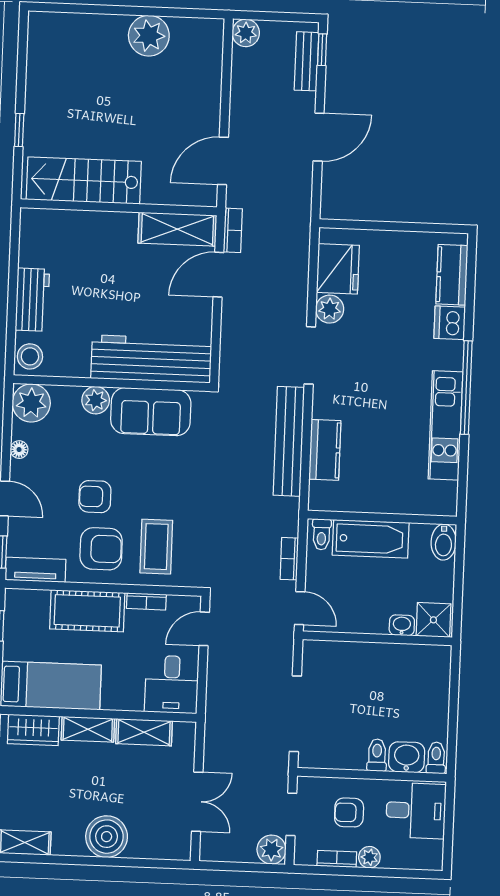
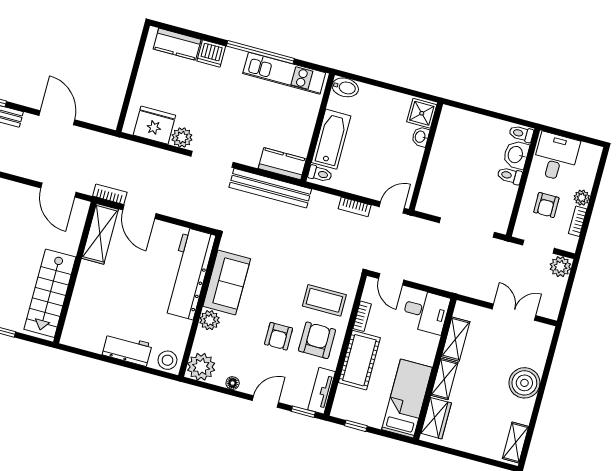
wall: (382, 518) -> (318, 128), moved
toilet: (322, 534) -> (320, 174), moved
bathtub: (371, 539) -> (331, 139), moved
bidet: (444, 542) -> (345, 87), moved

